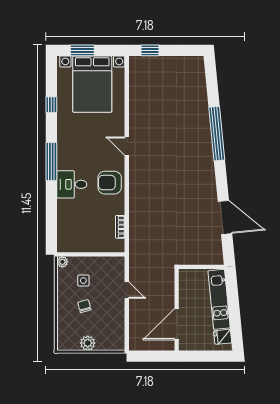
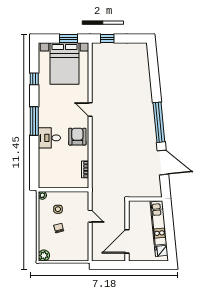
window: (82, 50) -> (68, 39), moved
window: (217, 134) -> (159, 122), moved
armchair: (110, 183) -> (77, 137), turned 90
plant: (88, 343) -> (44, 255), moved

